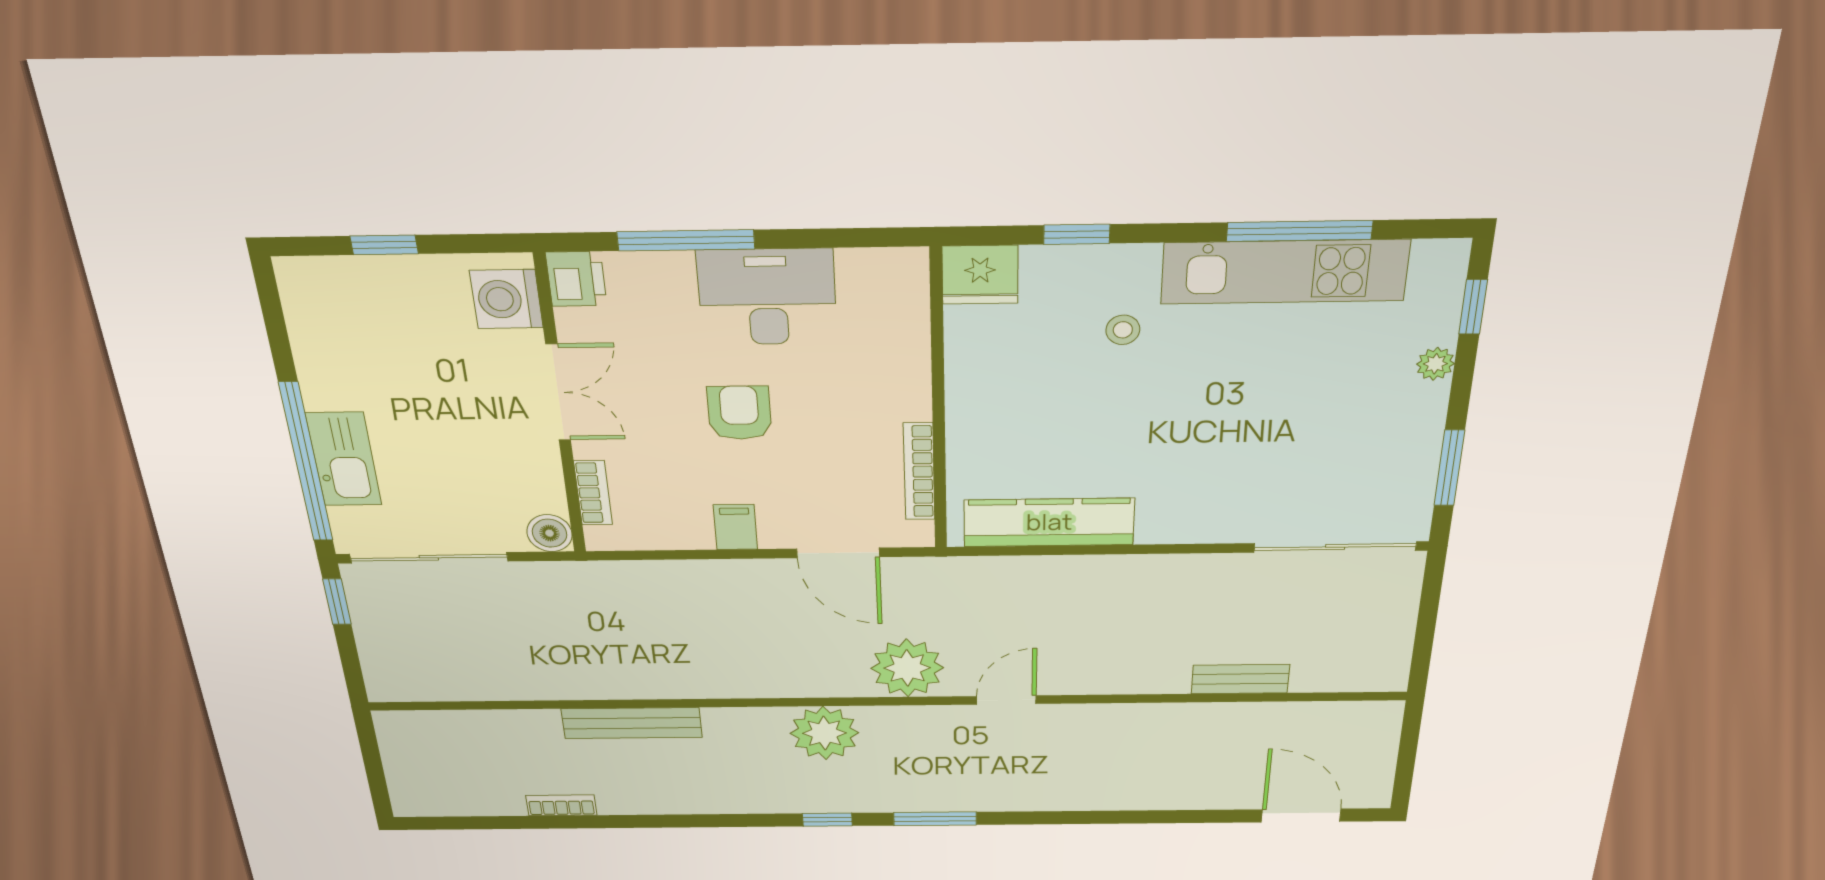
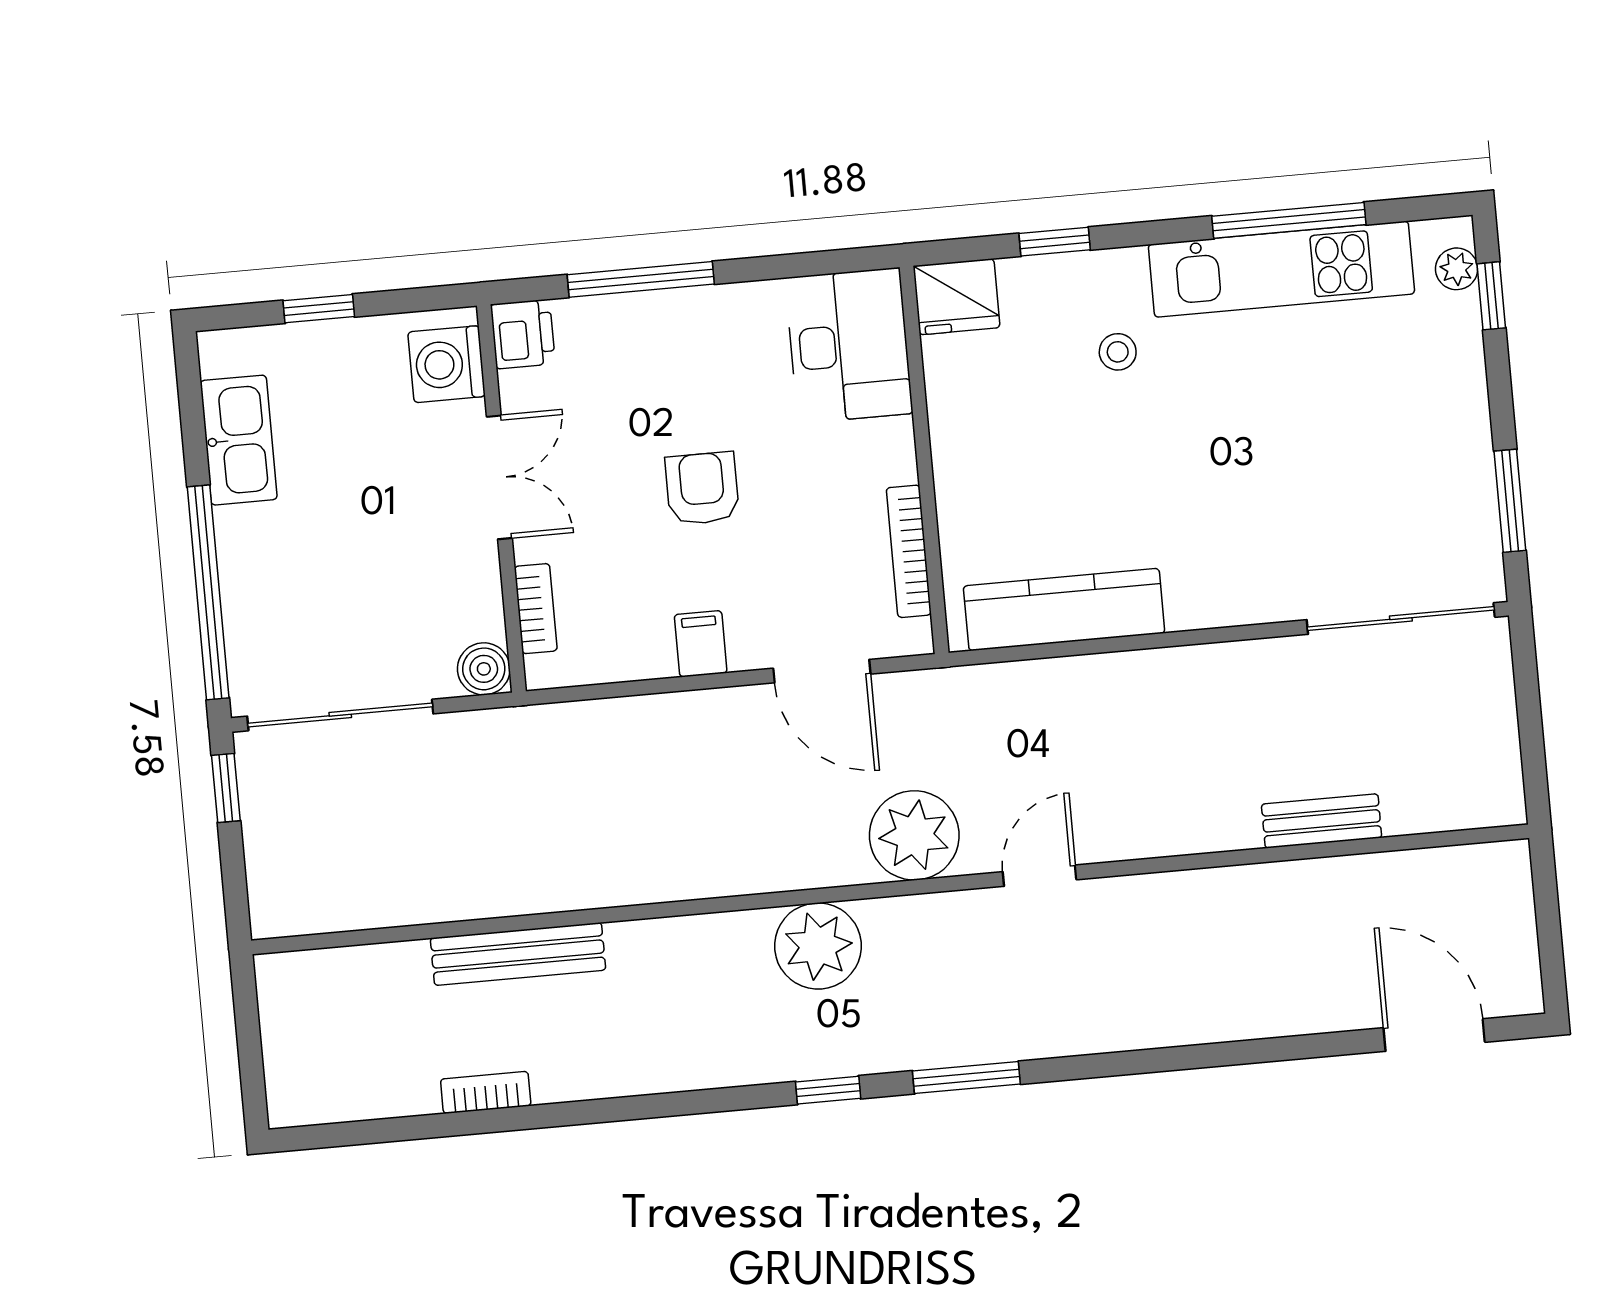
desk: (767, 297) -> (849, 345), moved, turned 90
plant: (1435, 364) -> (1457, 269), moved
kitchen sink: (344, 459) -> (239, 440), moved
bench: (632, 723) -> (518, 954), moved

